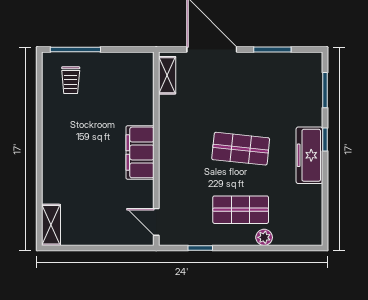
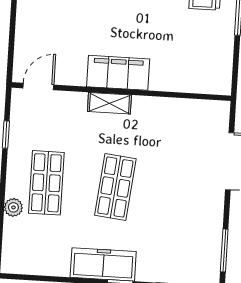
window: (272, 50) -> (224, 250), moved
shelving: (167, 75) -> (109, 103), moved

